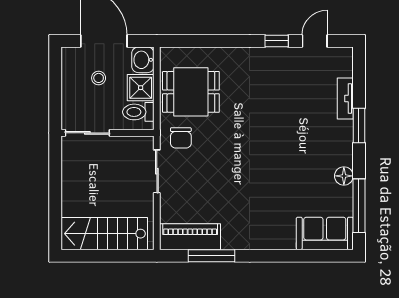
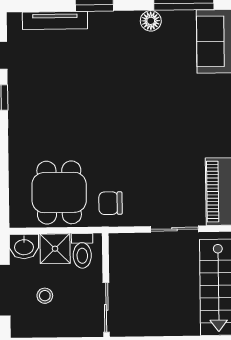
tv unit: (345, 98) -> (55, 20), width x1.41
chair: (181, 138) -> (110, 203), turned 180
sliding door: (157, 171) -> (174, 229), moved

